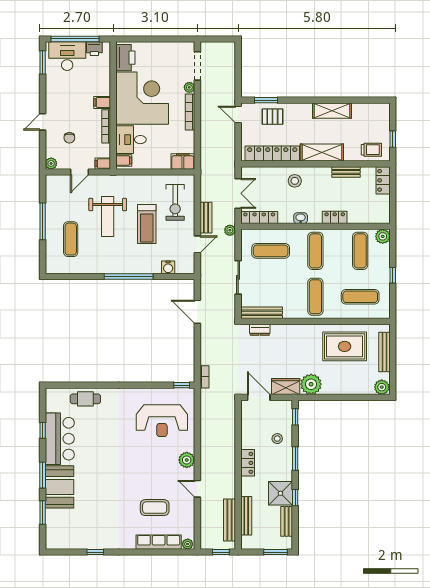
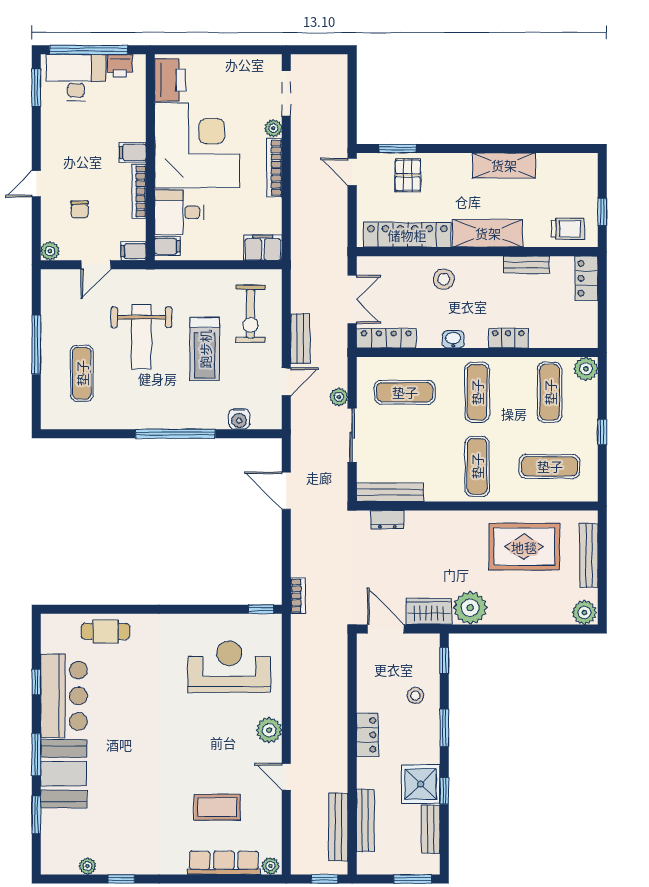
pallet: (272, 117) -> (408, 175), turned 90
plant: (230, 230) -> (339, 397), moved
reception desk: (162, 421) -> (229, 667), turned 180
plant: (74, 544) -> (88, 866), added

